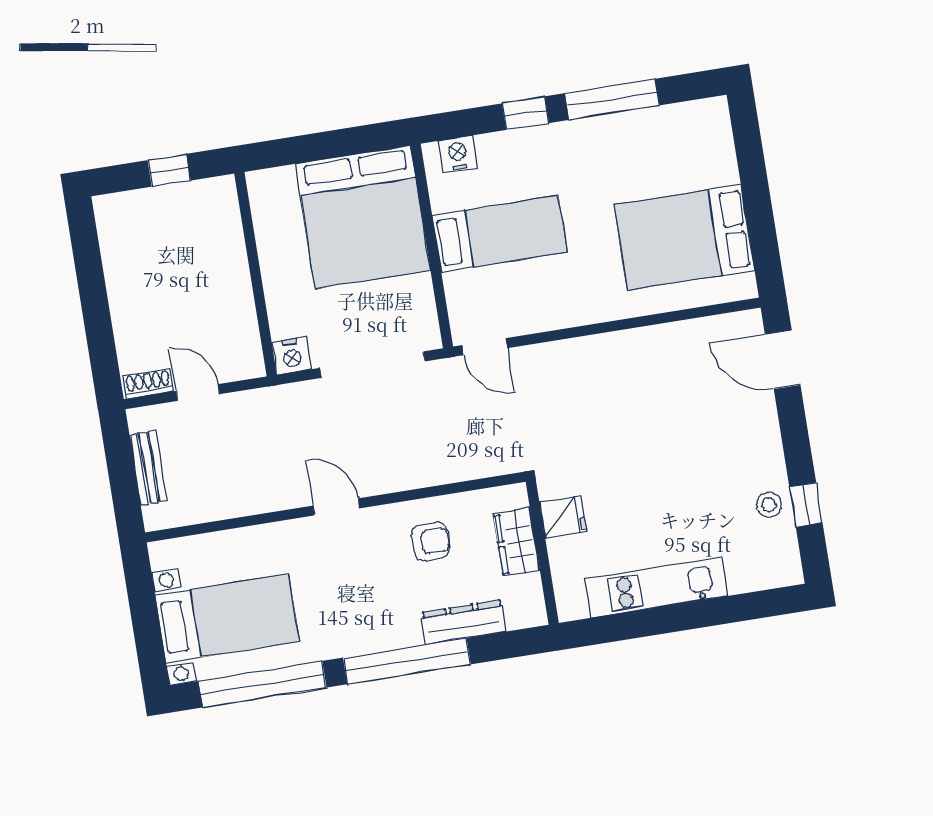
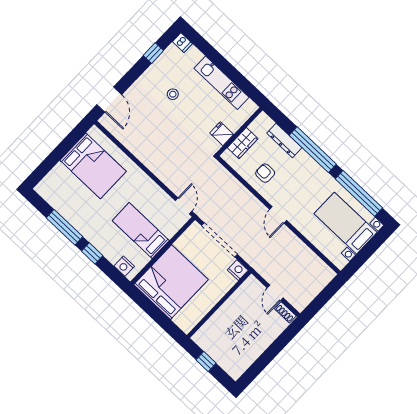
bench: (148, 468) -> (314, 290), removed
stool: (769, 505) -> (173, 94), moved
dishwasher: (784, 572) -> (182, 43), added

